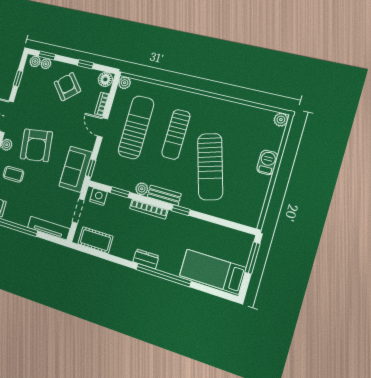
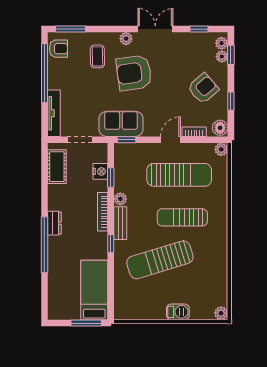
nightstand: (98, 197) -> (100, 171), moved
bed: (212, 272) -> (94, 290), moved

